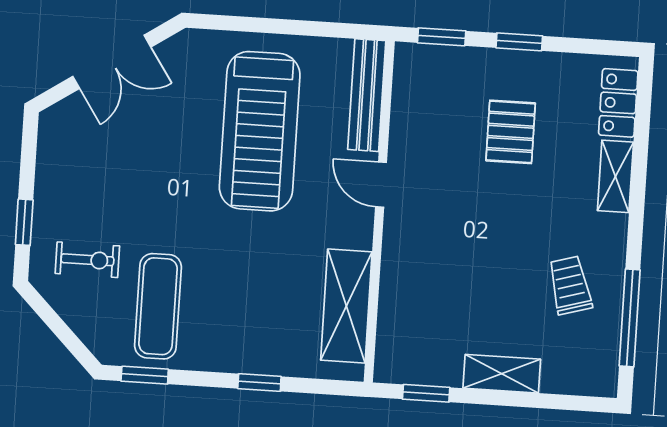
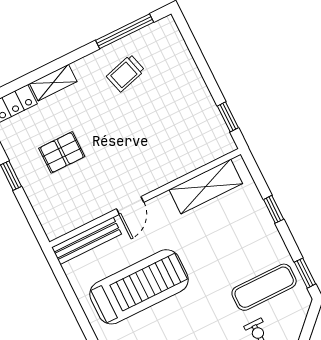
window: (442, 37) -> (32, 219), removed
shelving: (502, 374) -> (194, 82), removed

